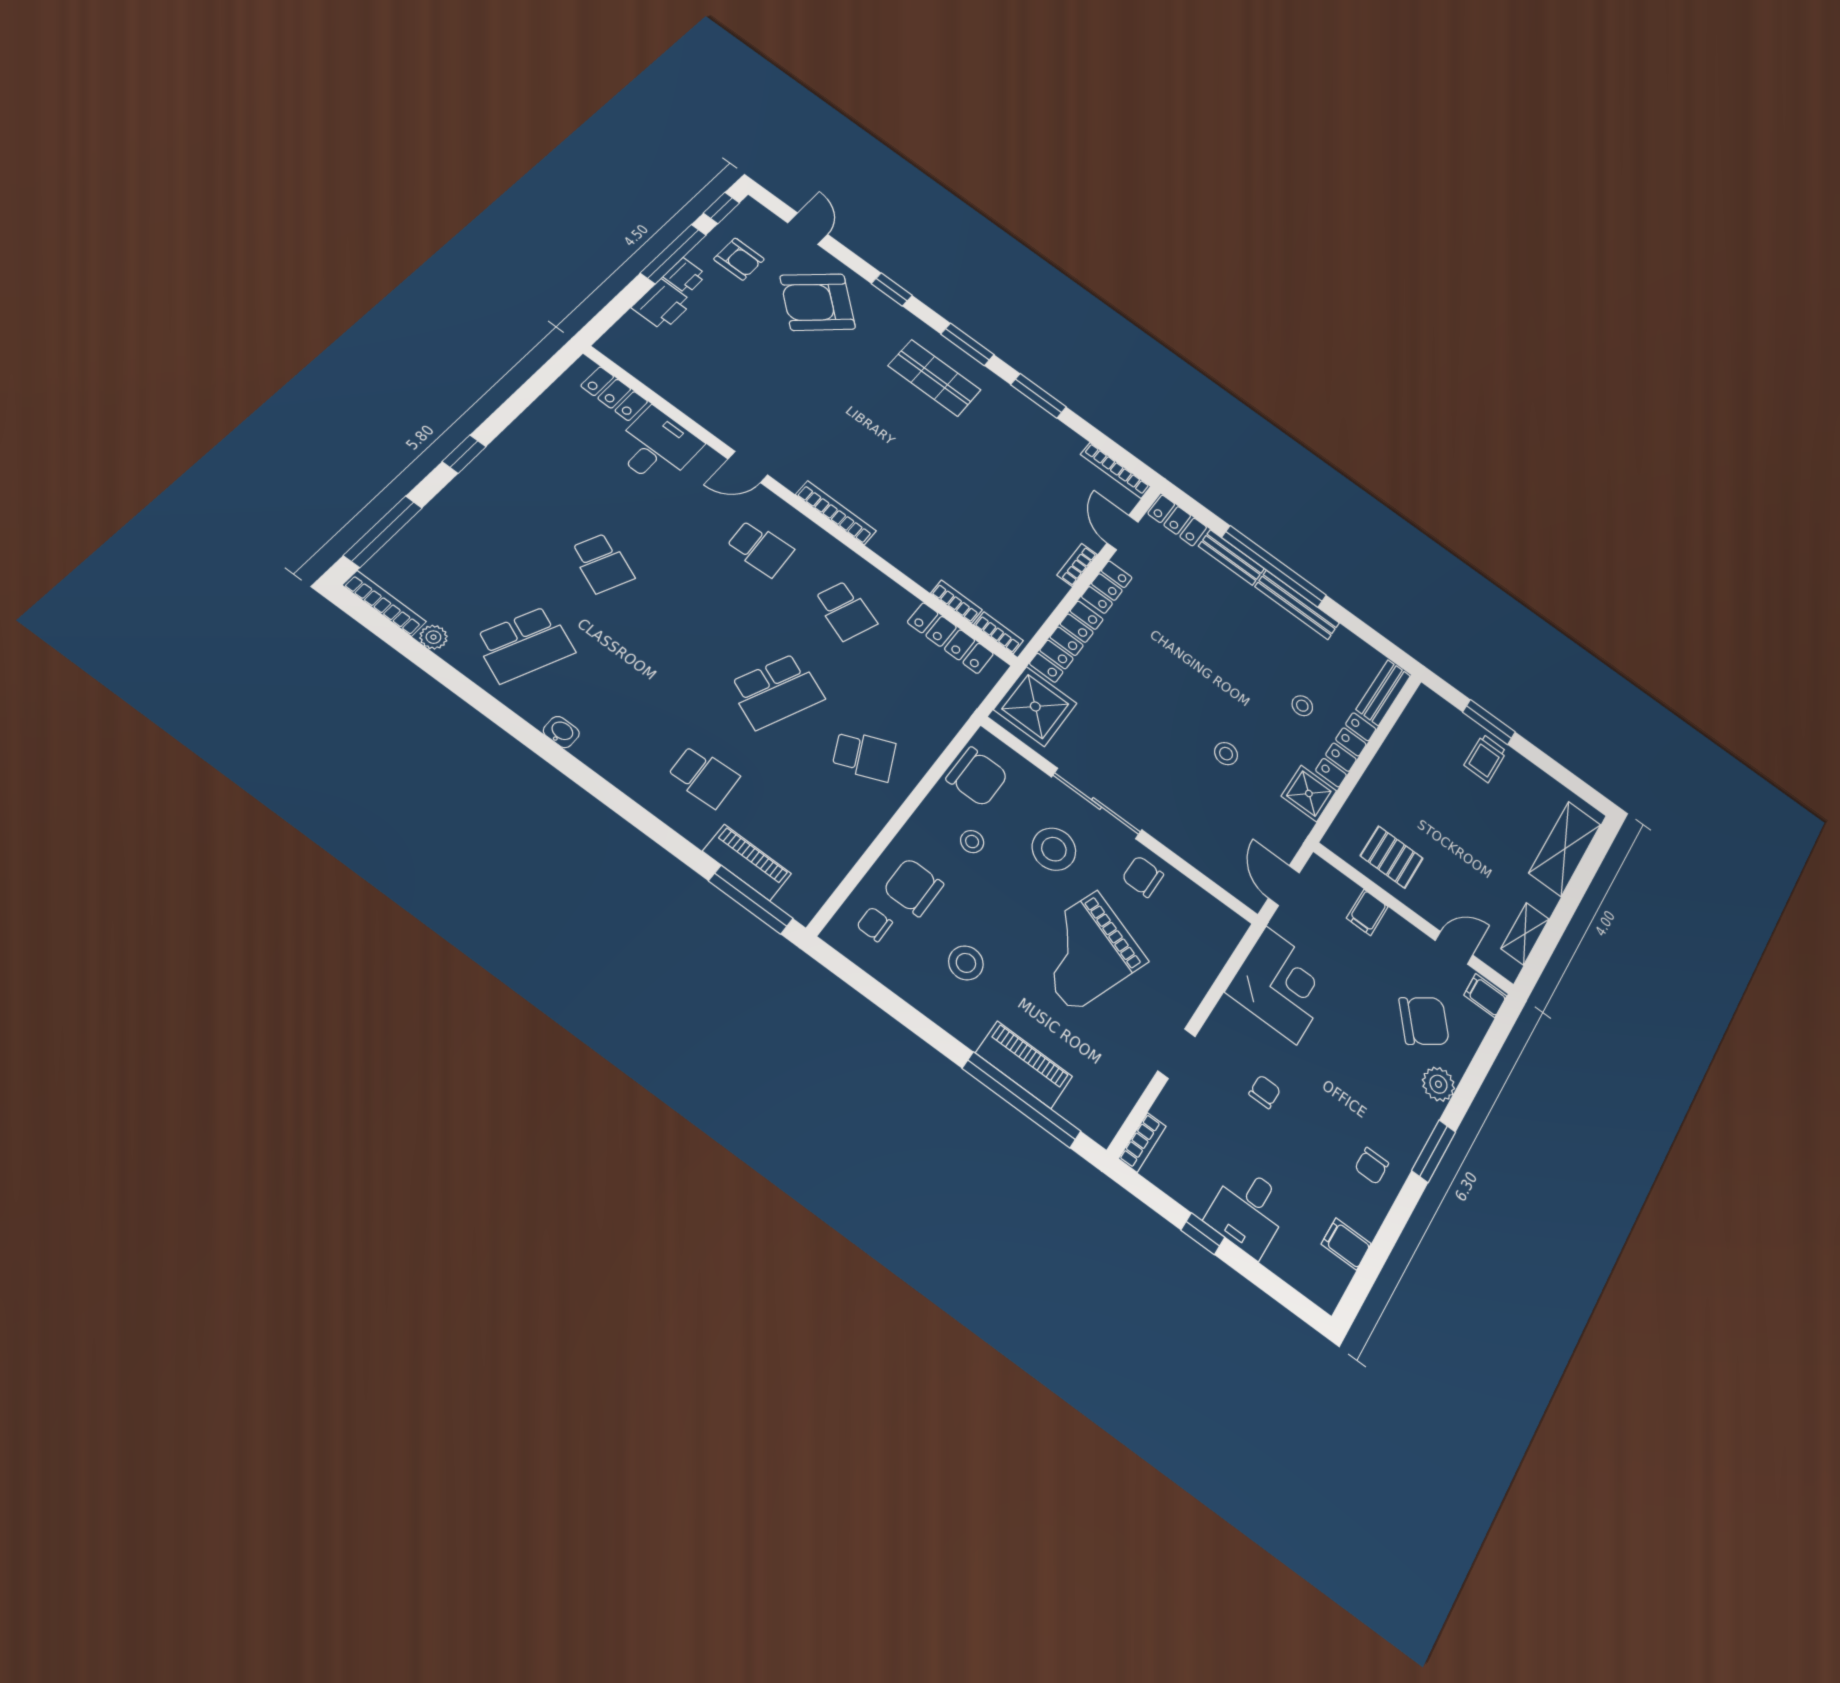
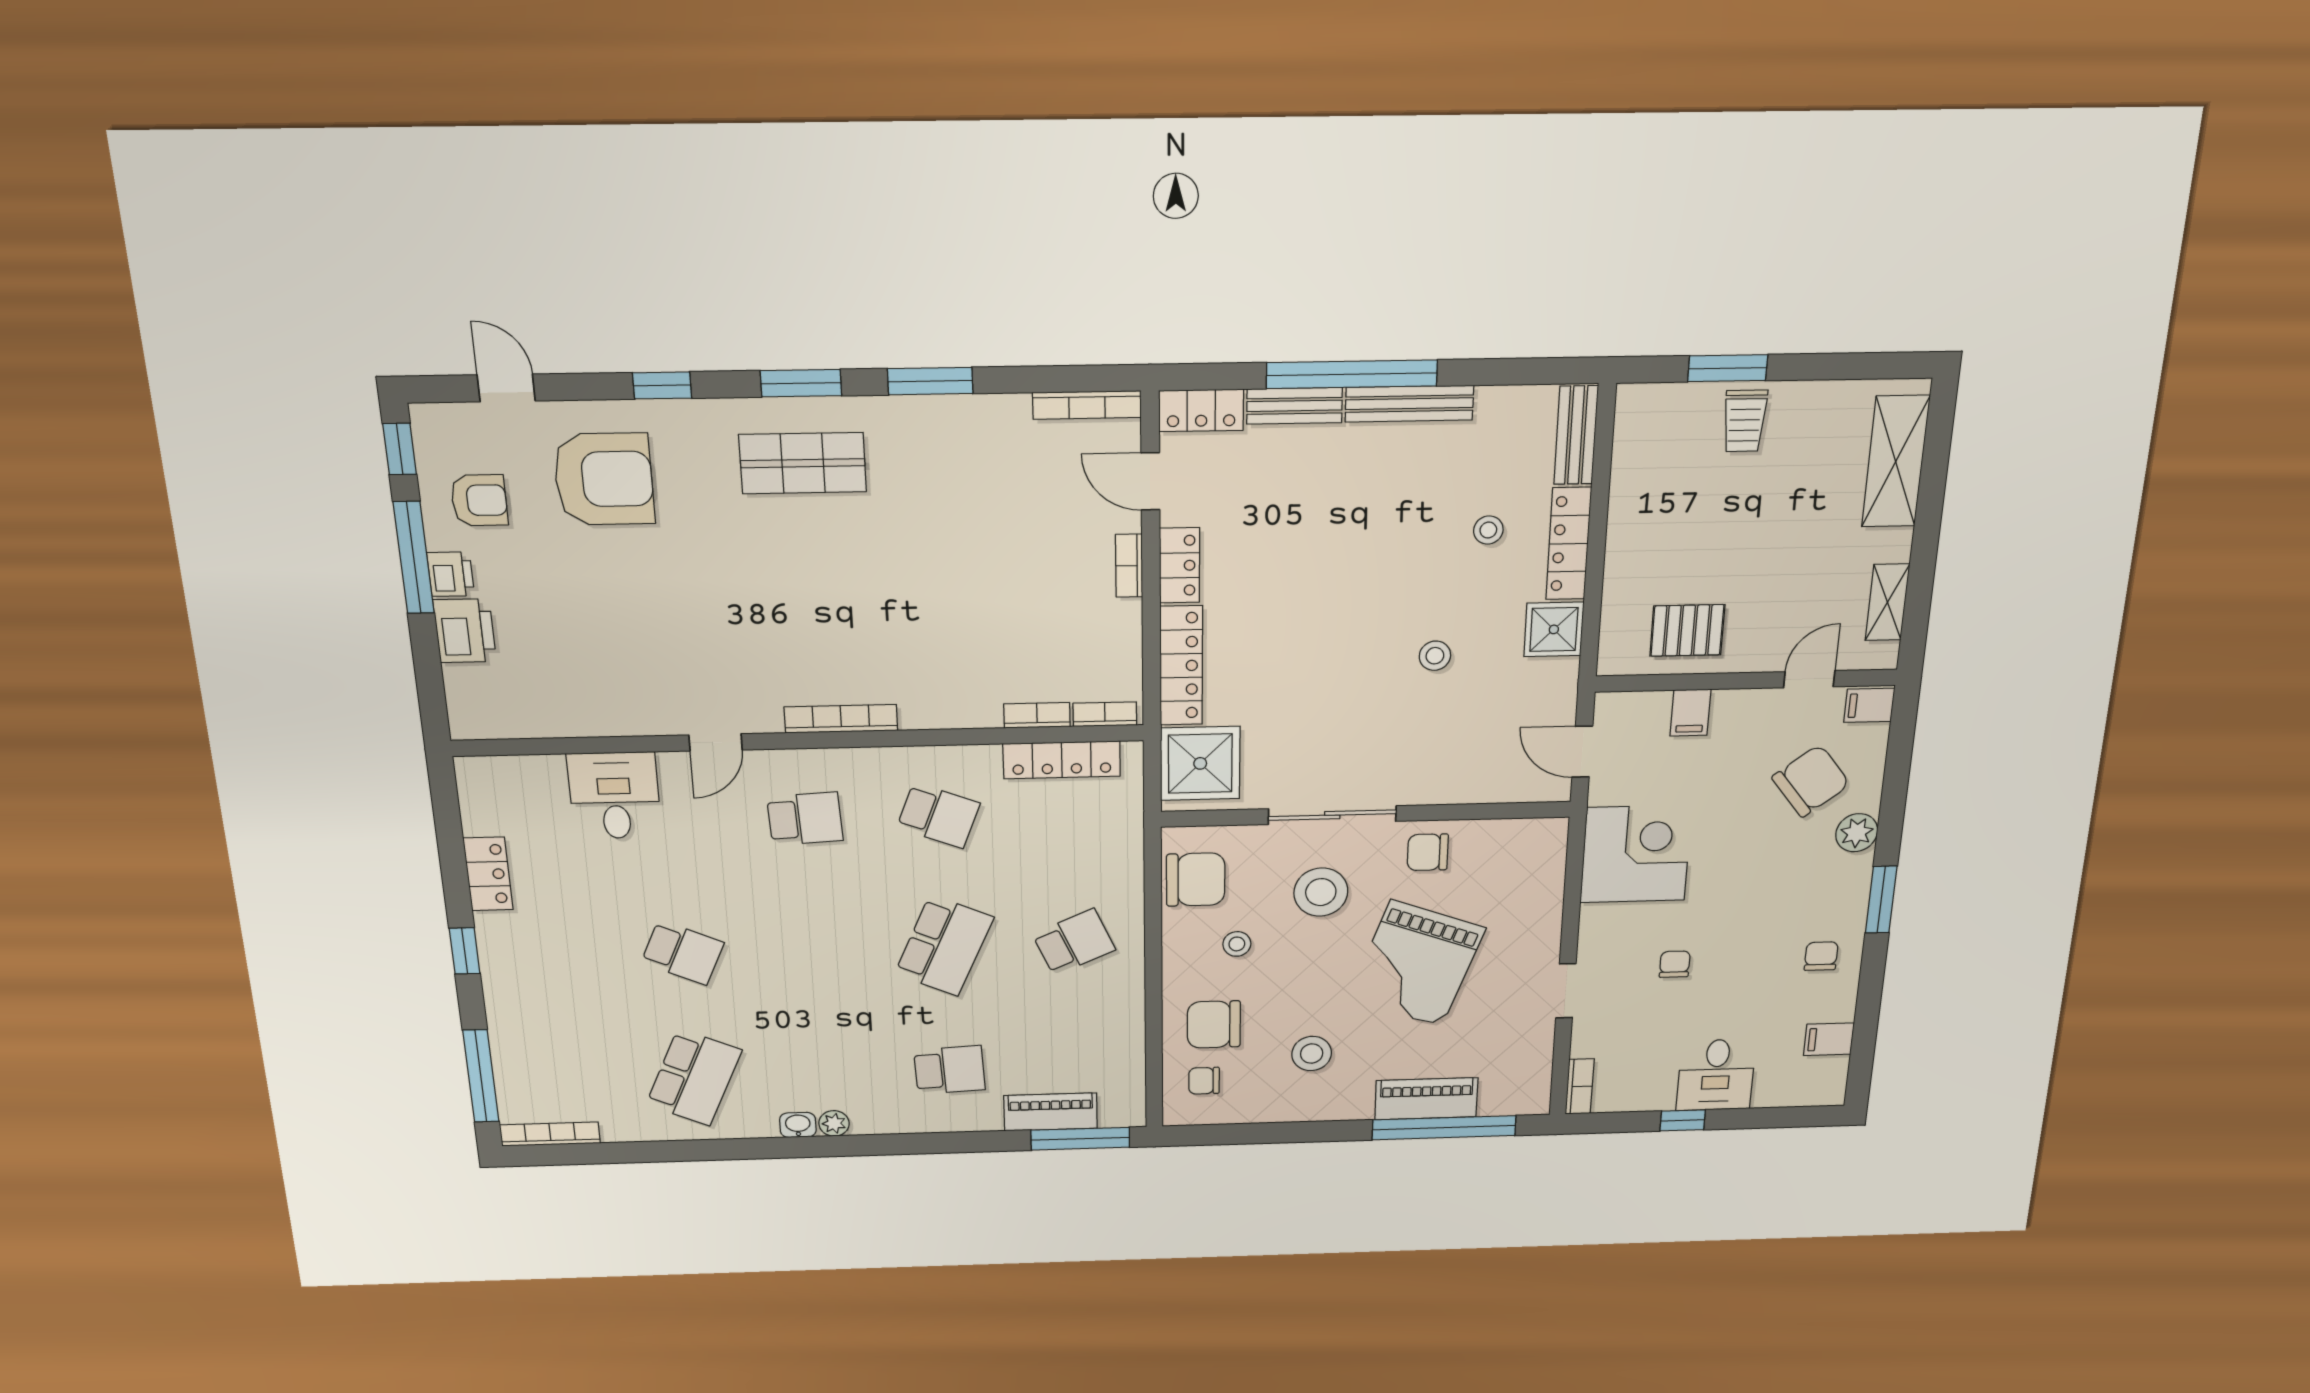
armchair: (818, 302) -> (604, 479), turned -134
locker: (614, 394) -> (488, 874), moved, turned -90
plant: (433, 637) -> (834, 1123), moved
chair: (1372, 1166) -> (1821, 956), turned 180

